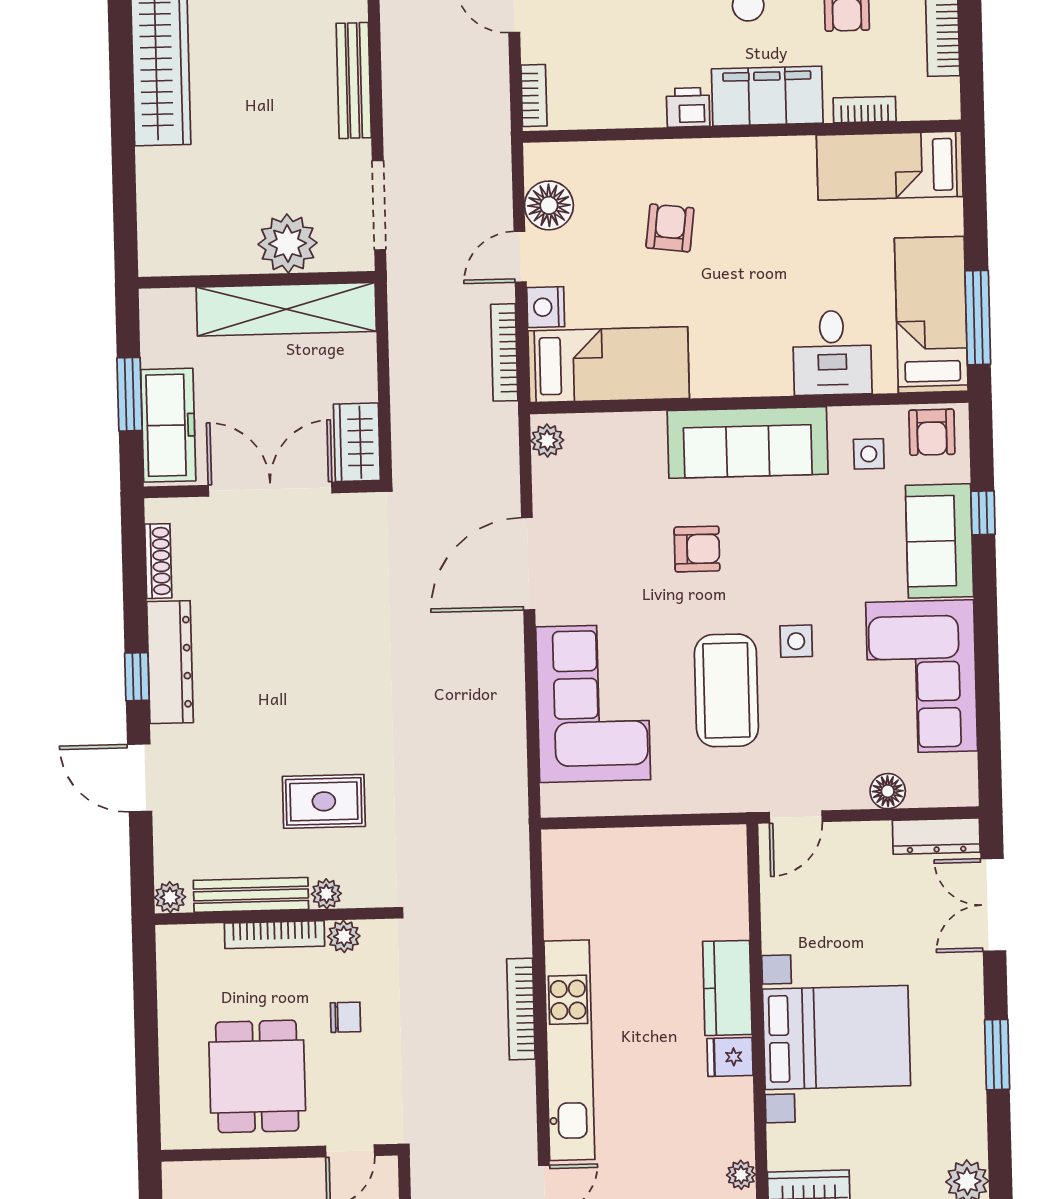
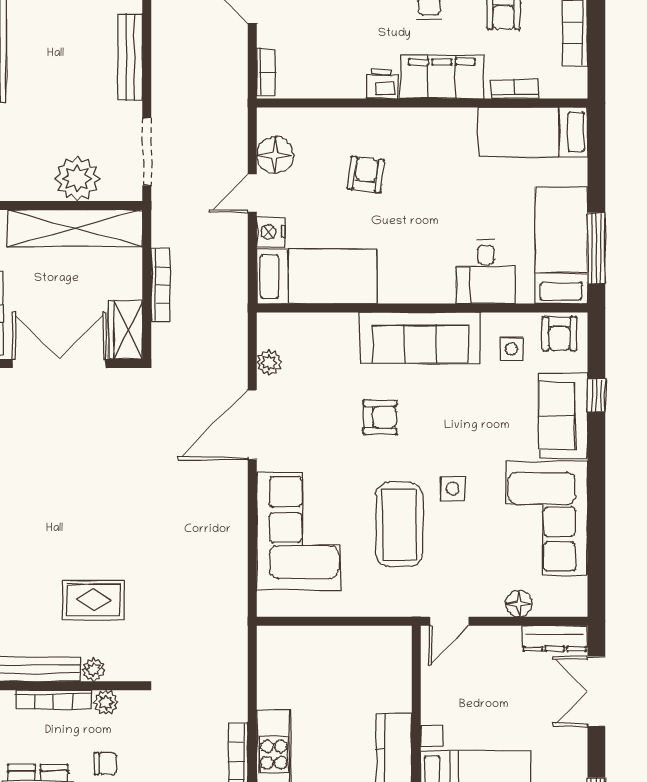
bookcase: (504, 352) -> (161, 285), moved, turned 180
plant: (547, 441) -> (269, 362), moved

